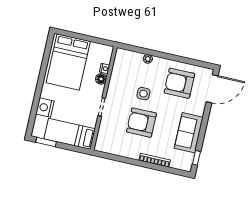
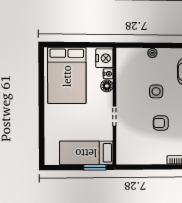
nightstand: (45, 107) -> (104, 58), moved, turned 180
armchair: (141, 123) -> (161, 123), width x0.53, depth x0.53
window: (46, 142) -> (95, 167), moved

